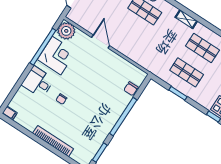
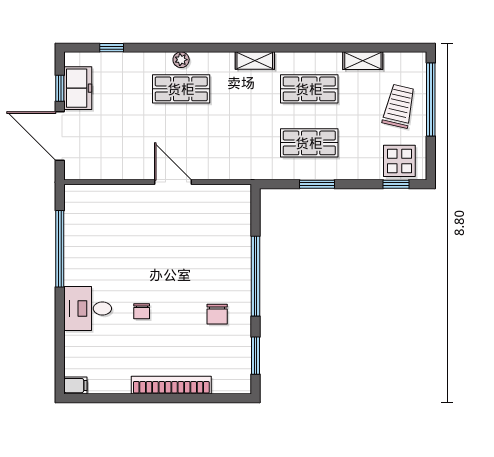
plant: (66, 31) -> (80, 200), removed
door: (101, 42) -> (173, 182), moved
corner desk: (57, 56) -> (90, 249), removed
chair: (131, 89) -> (217, 314), moved

